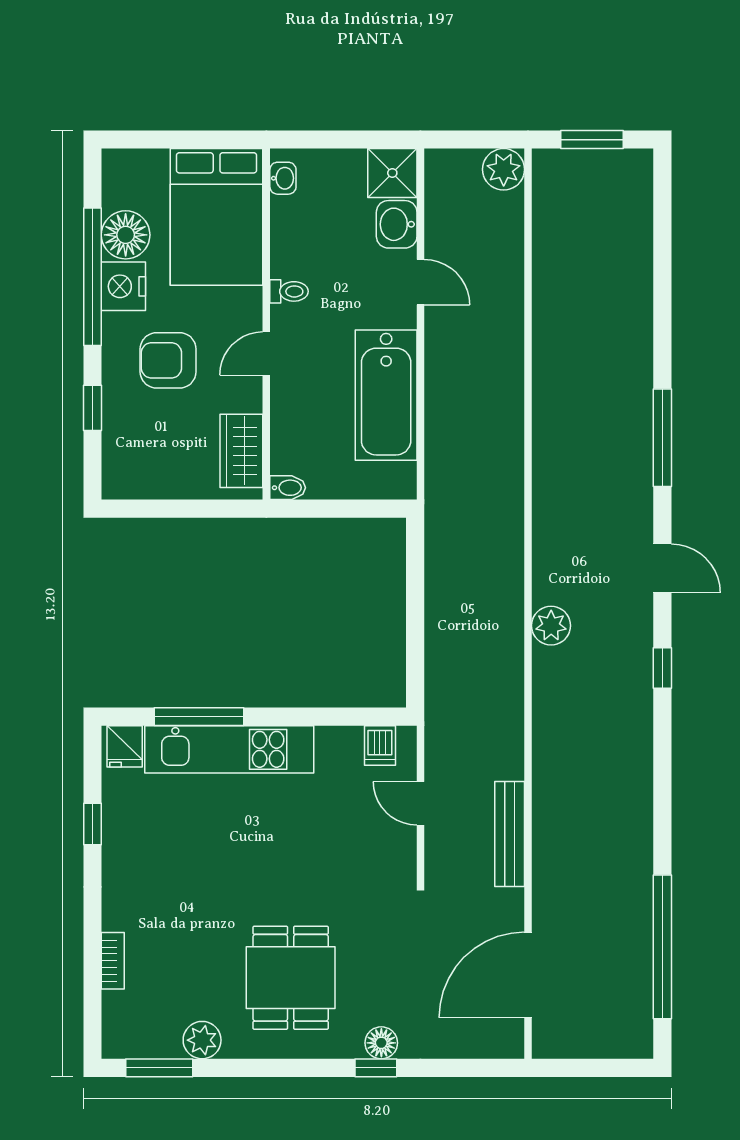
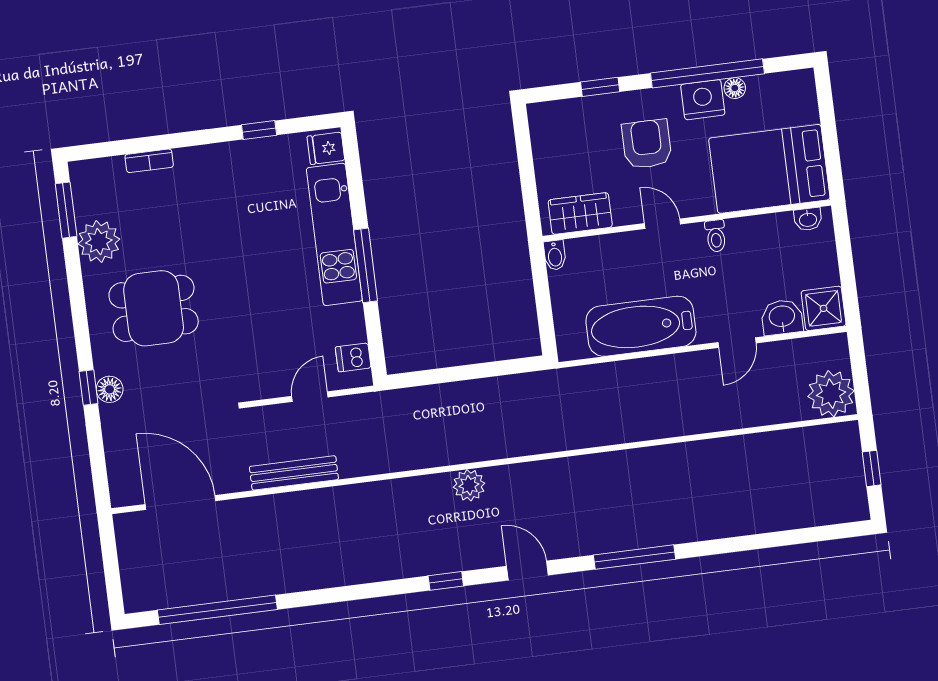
window: (592, 140) -> (872, 468), width x0.67
plant: (504, 169) -> (831, 394), width x1.36, depth x1.36
floor lamp: (126, 235) -> (735, 88), width x0.53, depth x0.53
door: (662, 568) -> (527, 571), swing flipped
window: (199, 717) -> (366, 265), moved
plant: (202, 1040) -> (99, 242), width x1.36, depth x1.36

